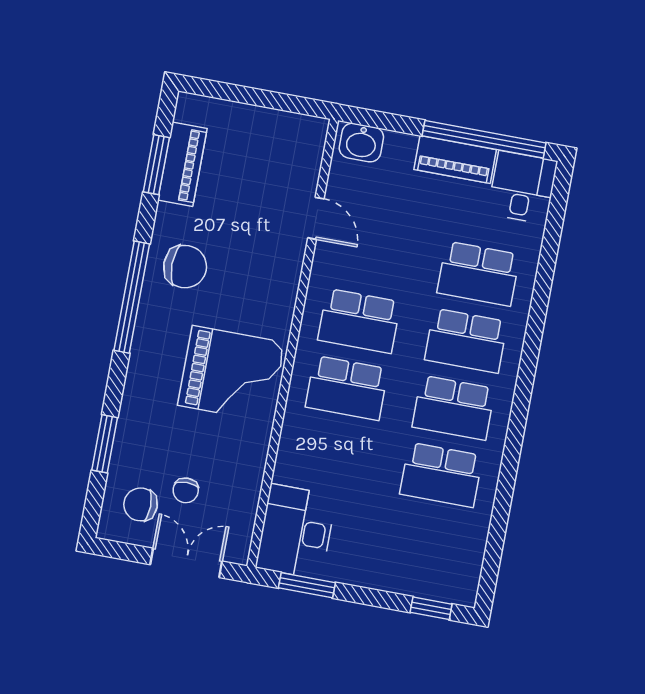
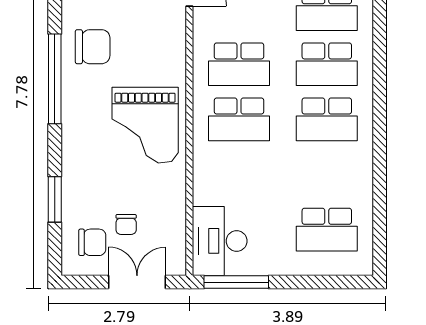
grand piano: (231, 374) -> (145, 125), turned 90
school desk: (441, 475) -> (327, 230), moved
chair: (141, 504) -> (92, 242), turned 180
window: (307, 585) -> (236, 282), width x1.44
window: (431, 608) -> (338, 282), removed

